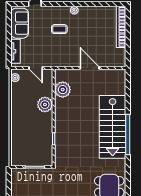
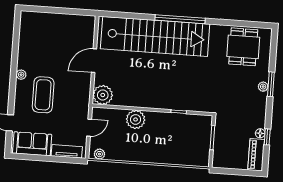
bookcase: (121, 27) -> (46, 18), removed
coffee table: (59, 29) -> (43, 95), width x1.86, depth x1.72
plant: (63, 90) -> (103, 95), moved
stairs: (113, 127) -> (155, 36), width x1.36

